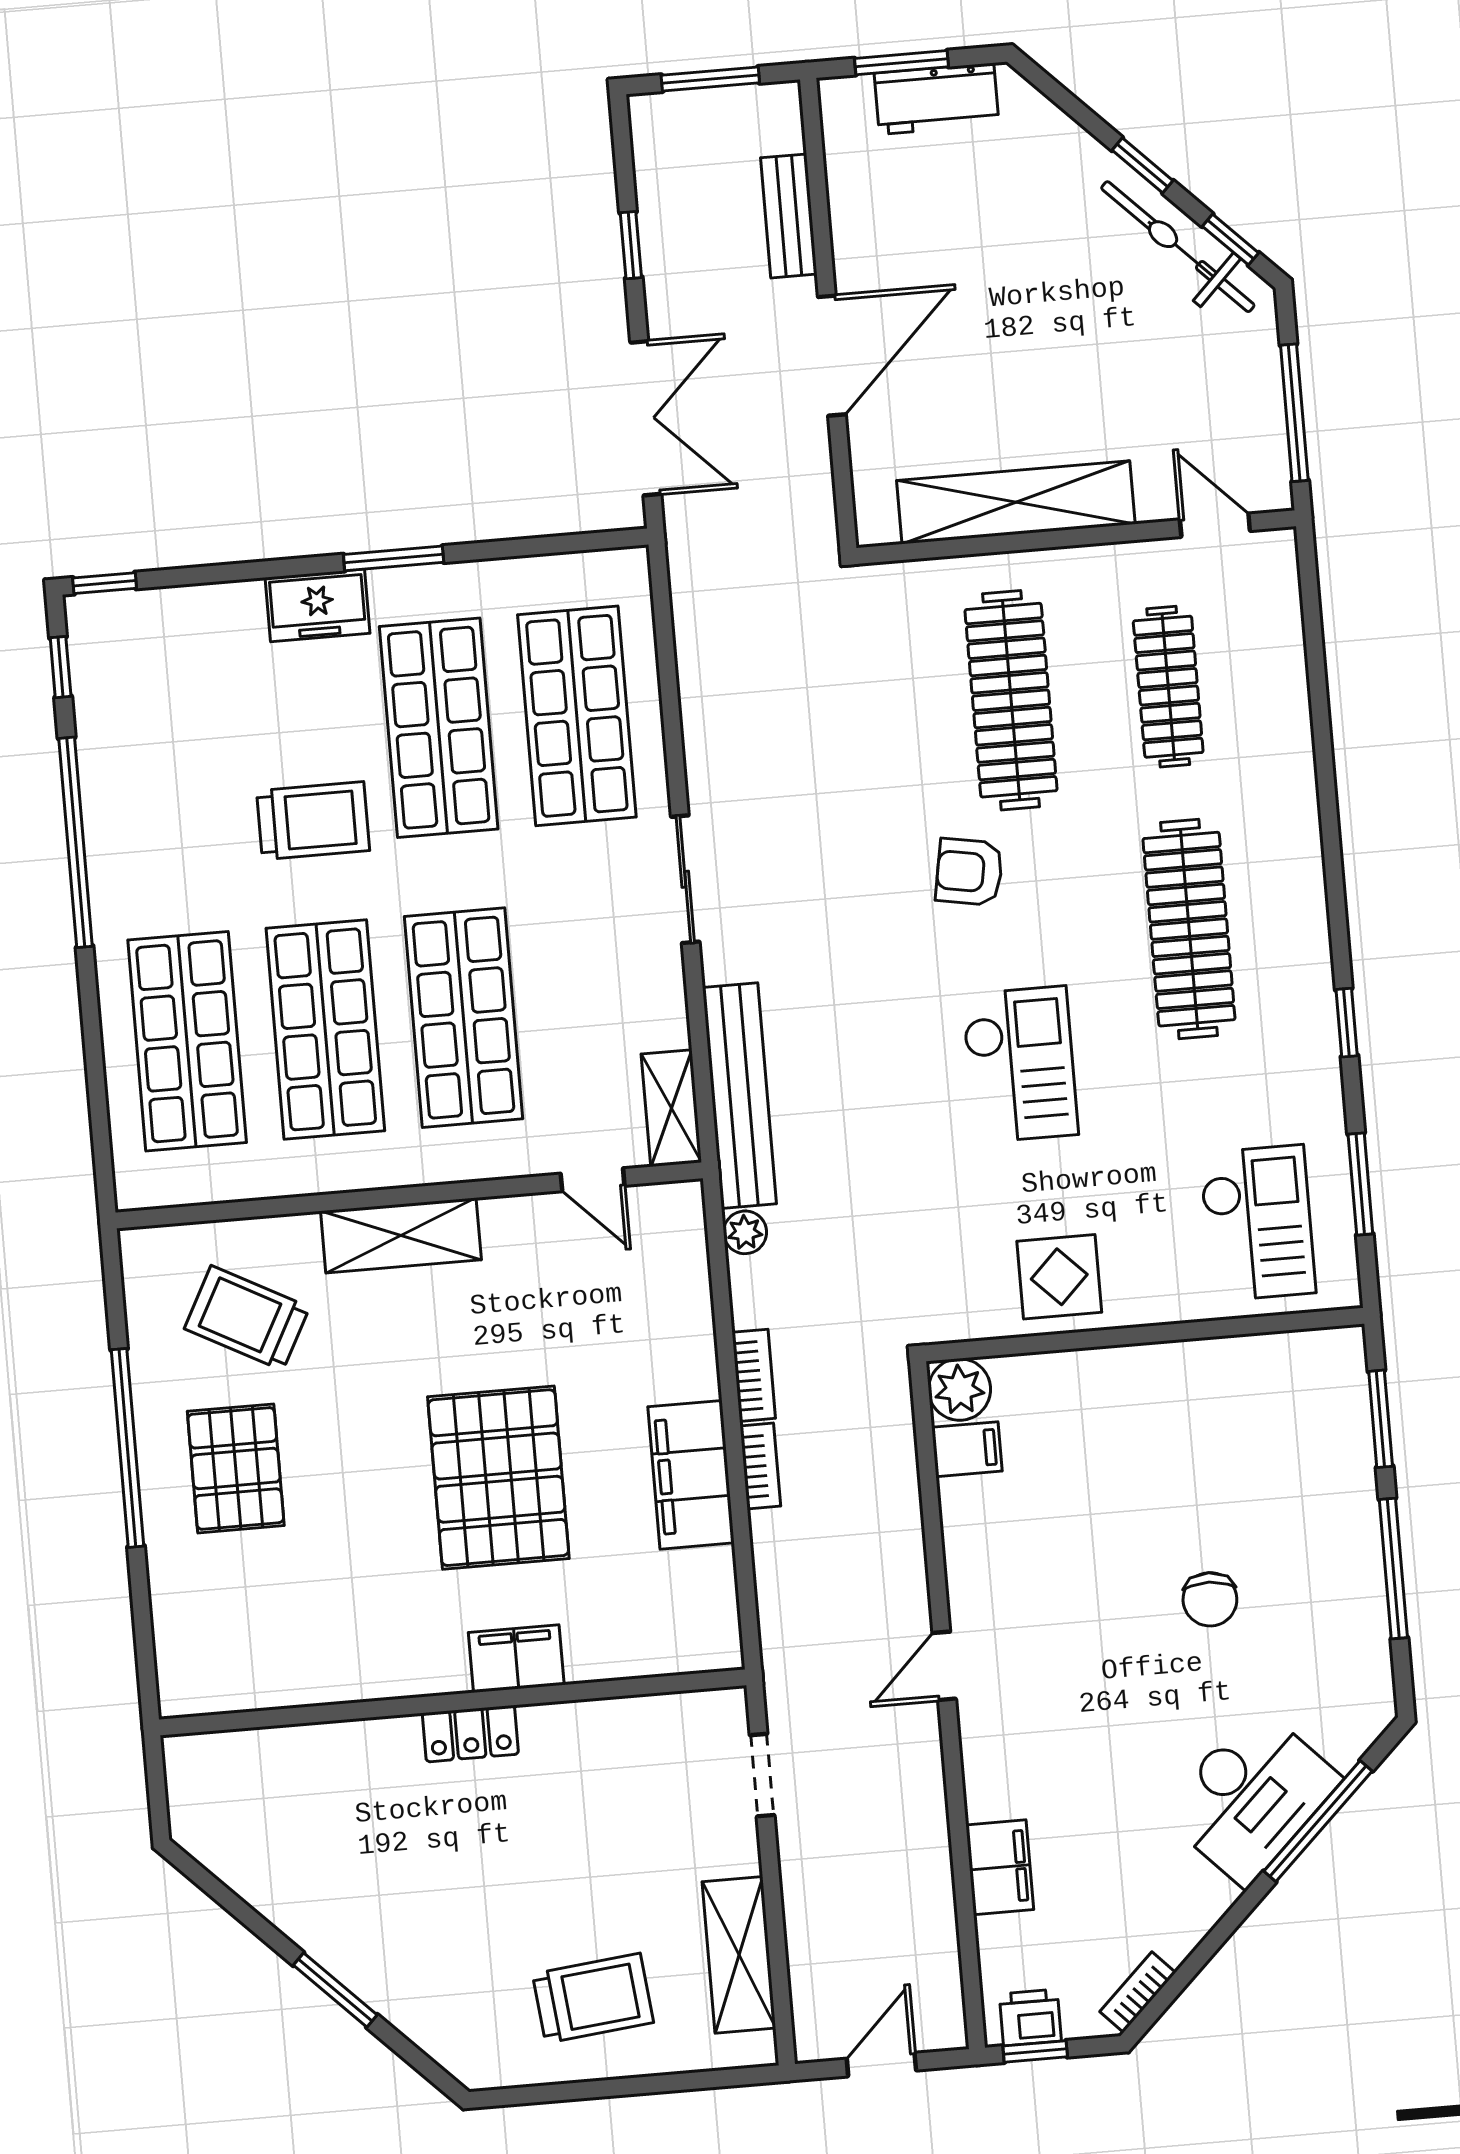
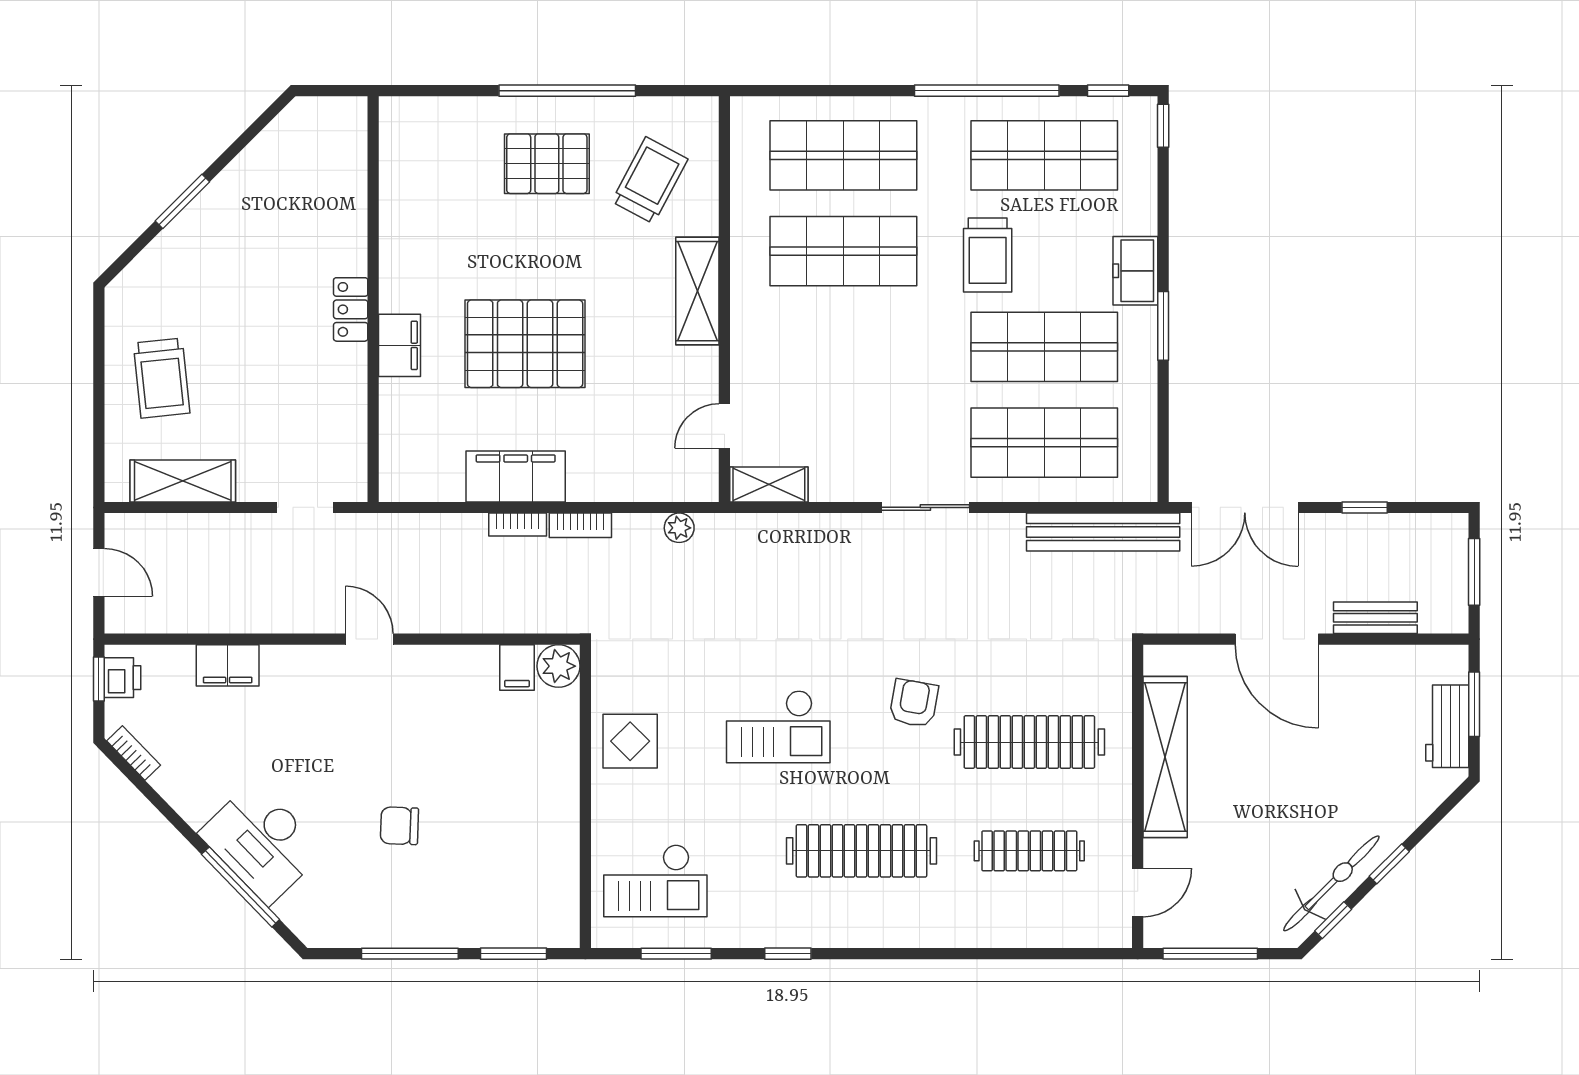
shop shelf: (463, 1018) -> (1044, 155), moved
bench: (739, 1096) -> (1103, 532), moved

